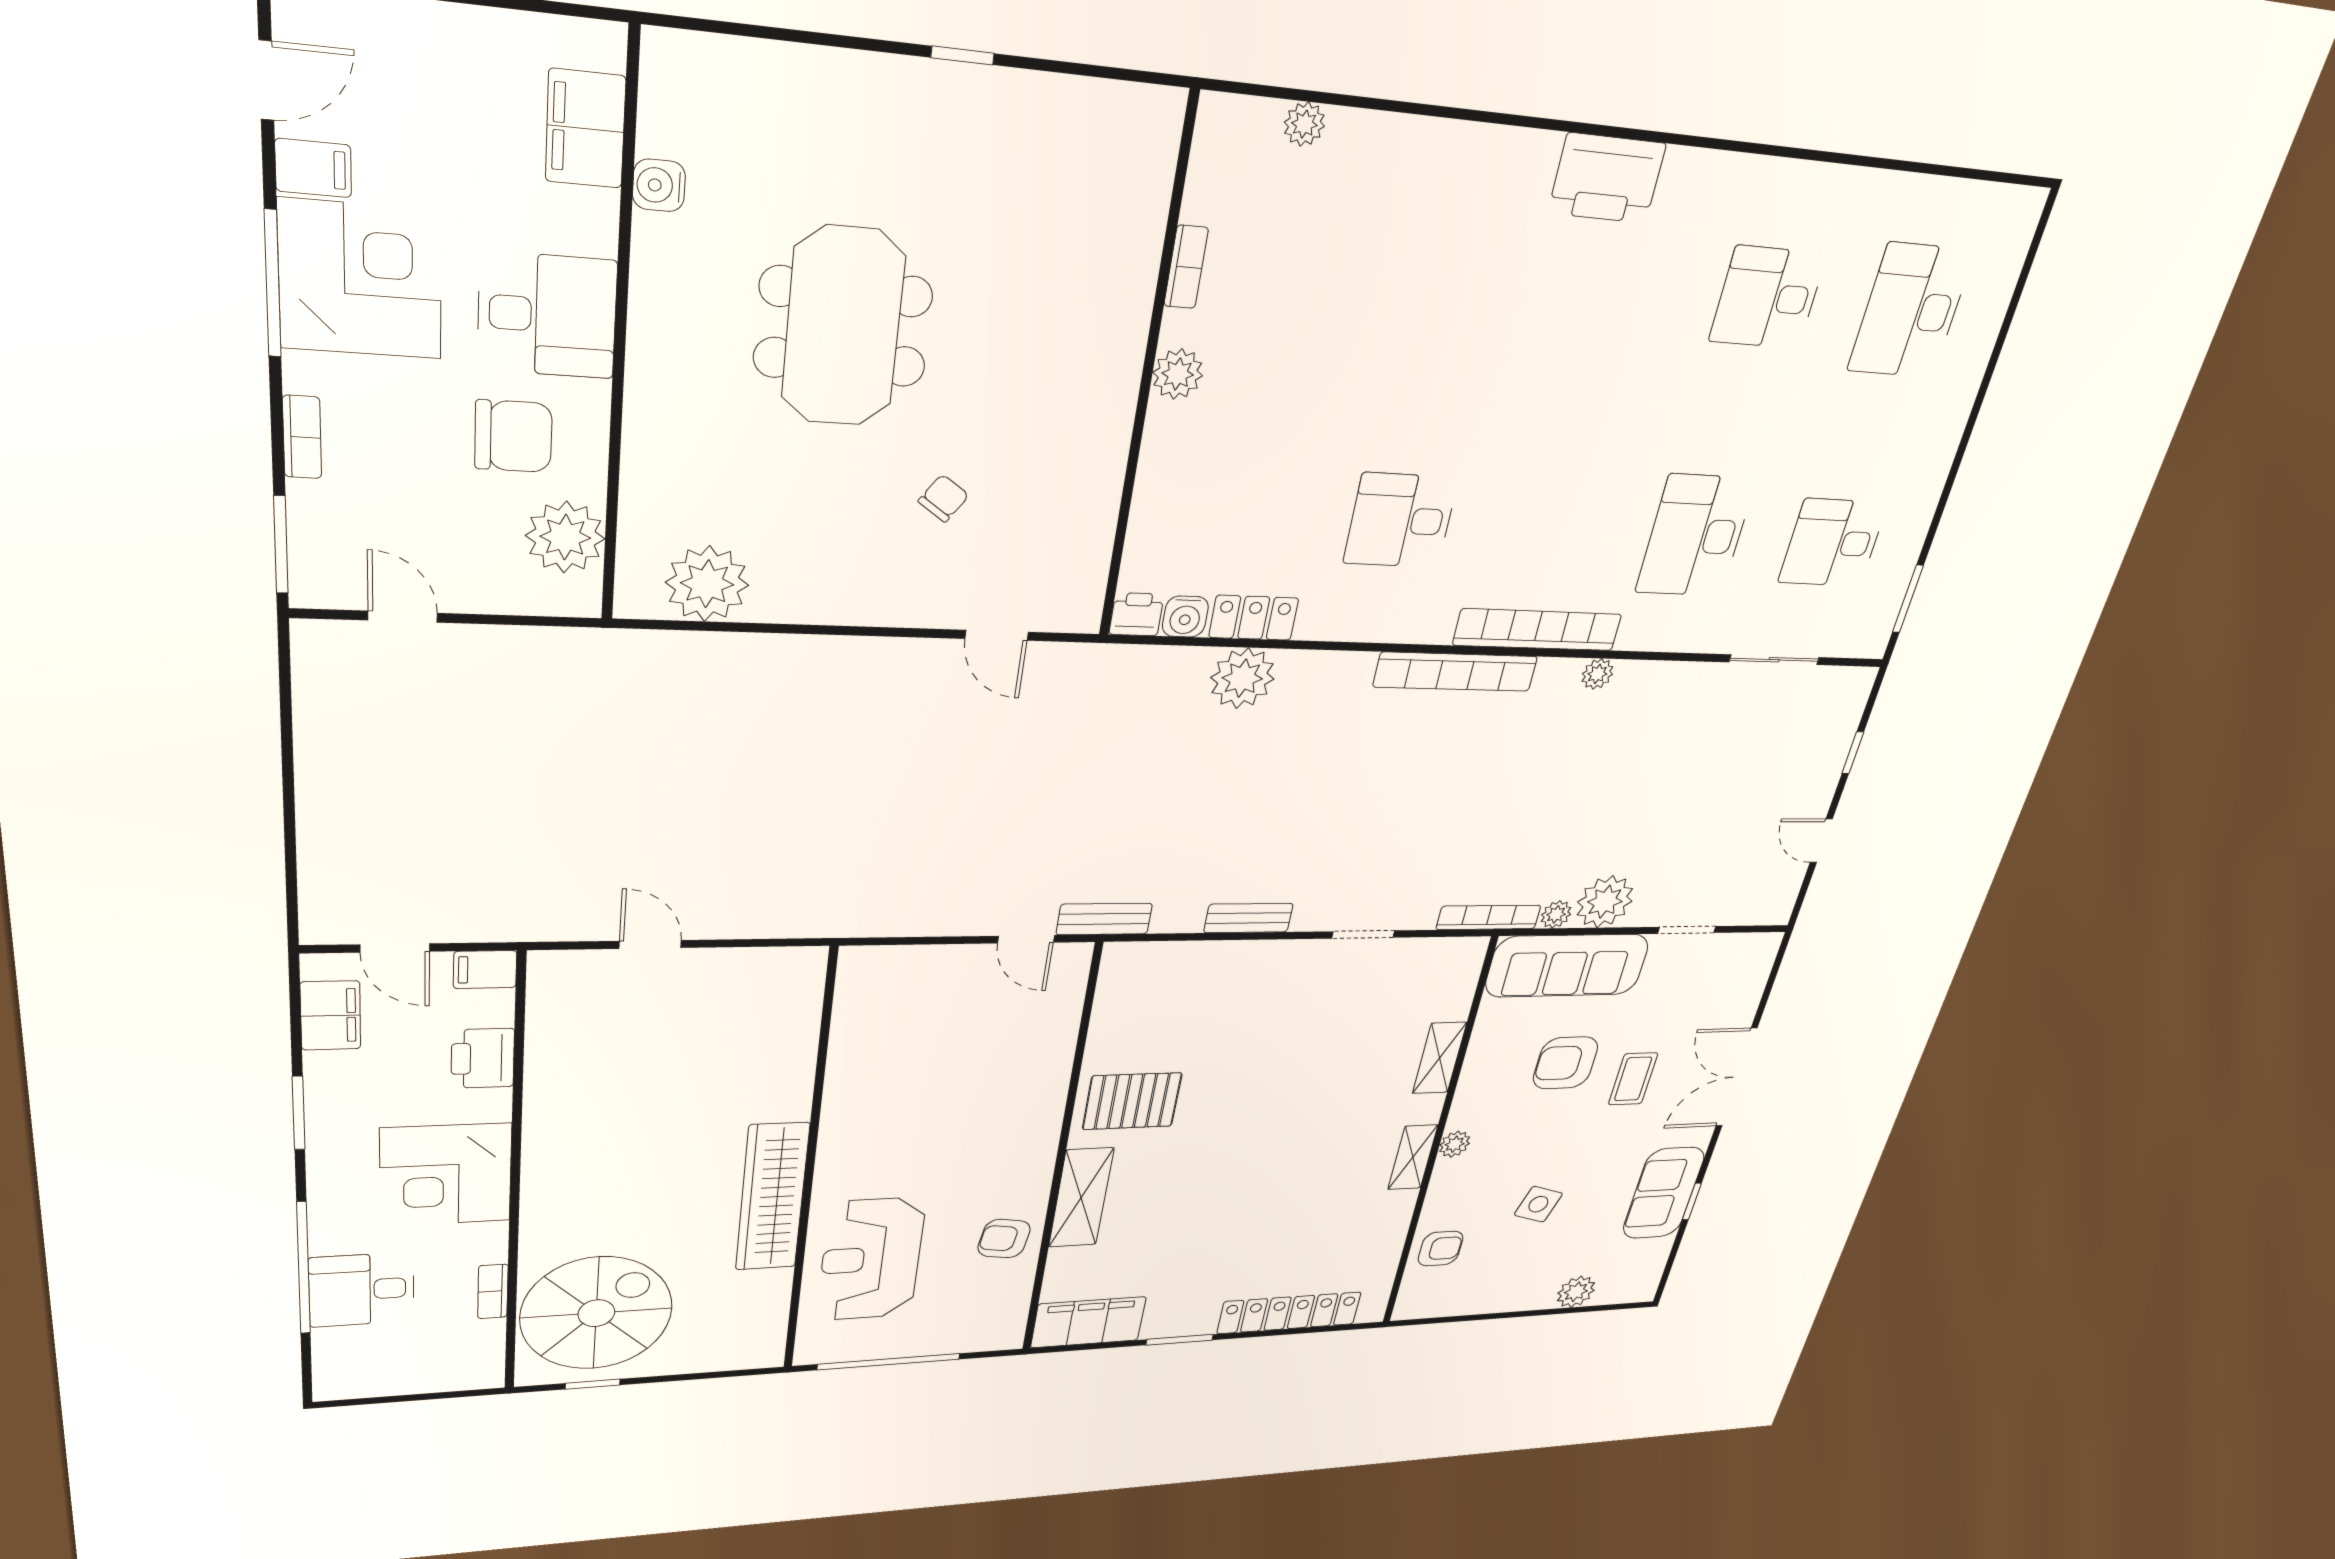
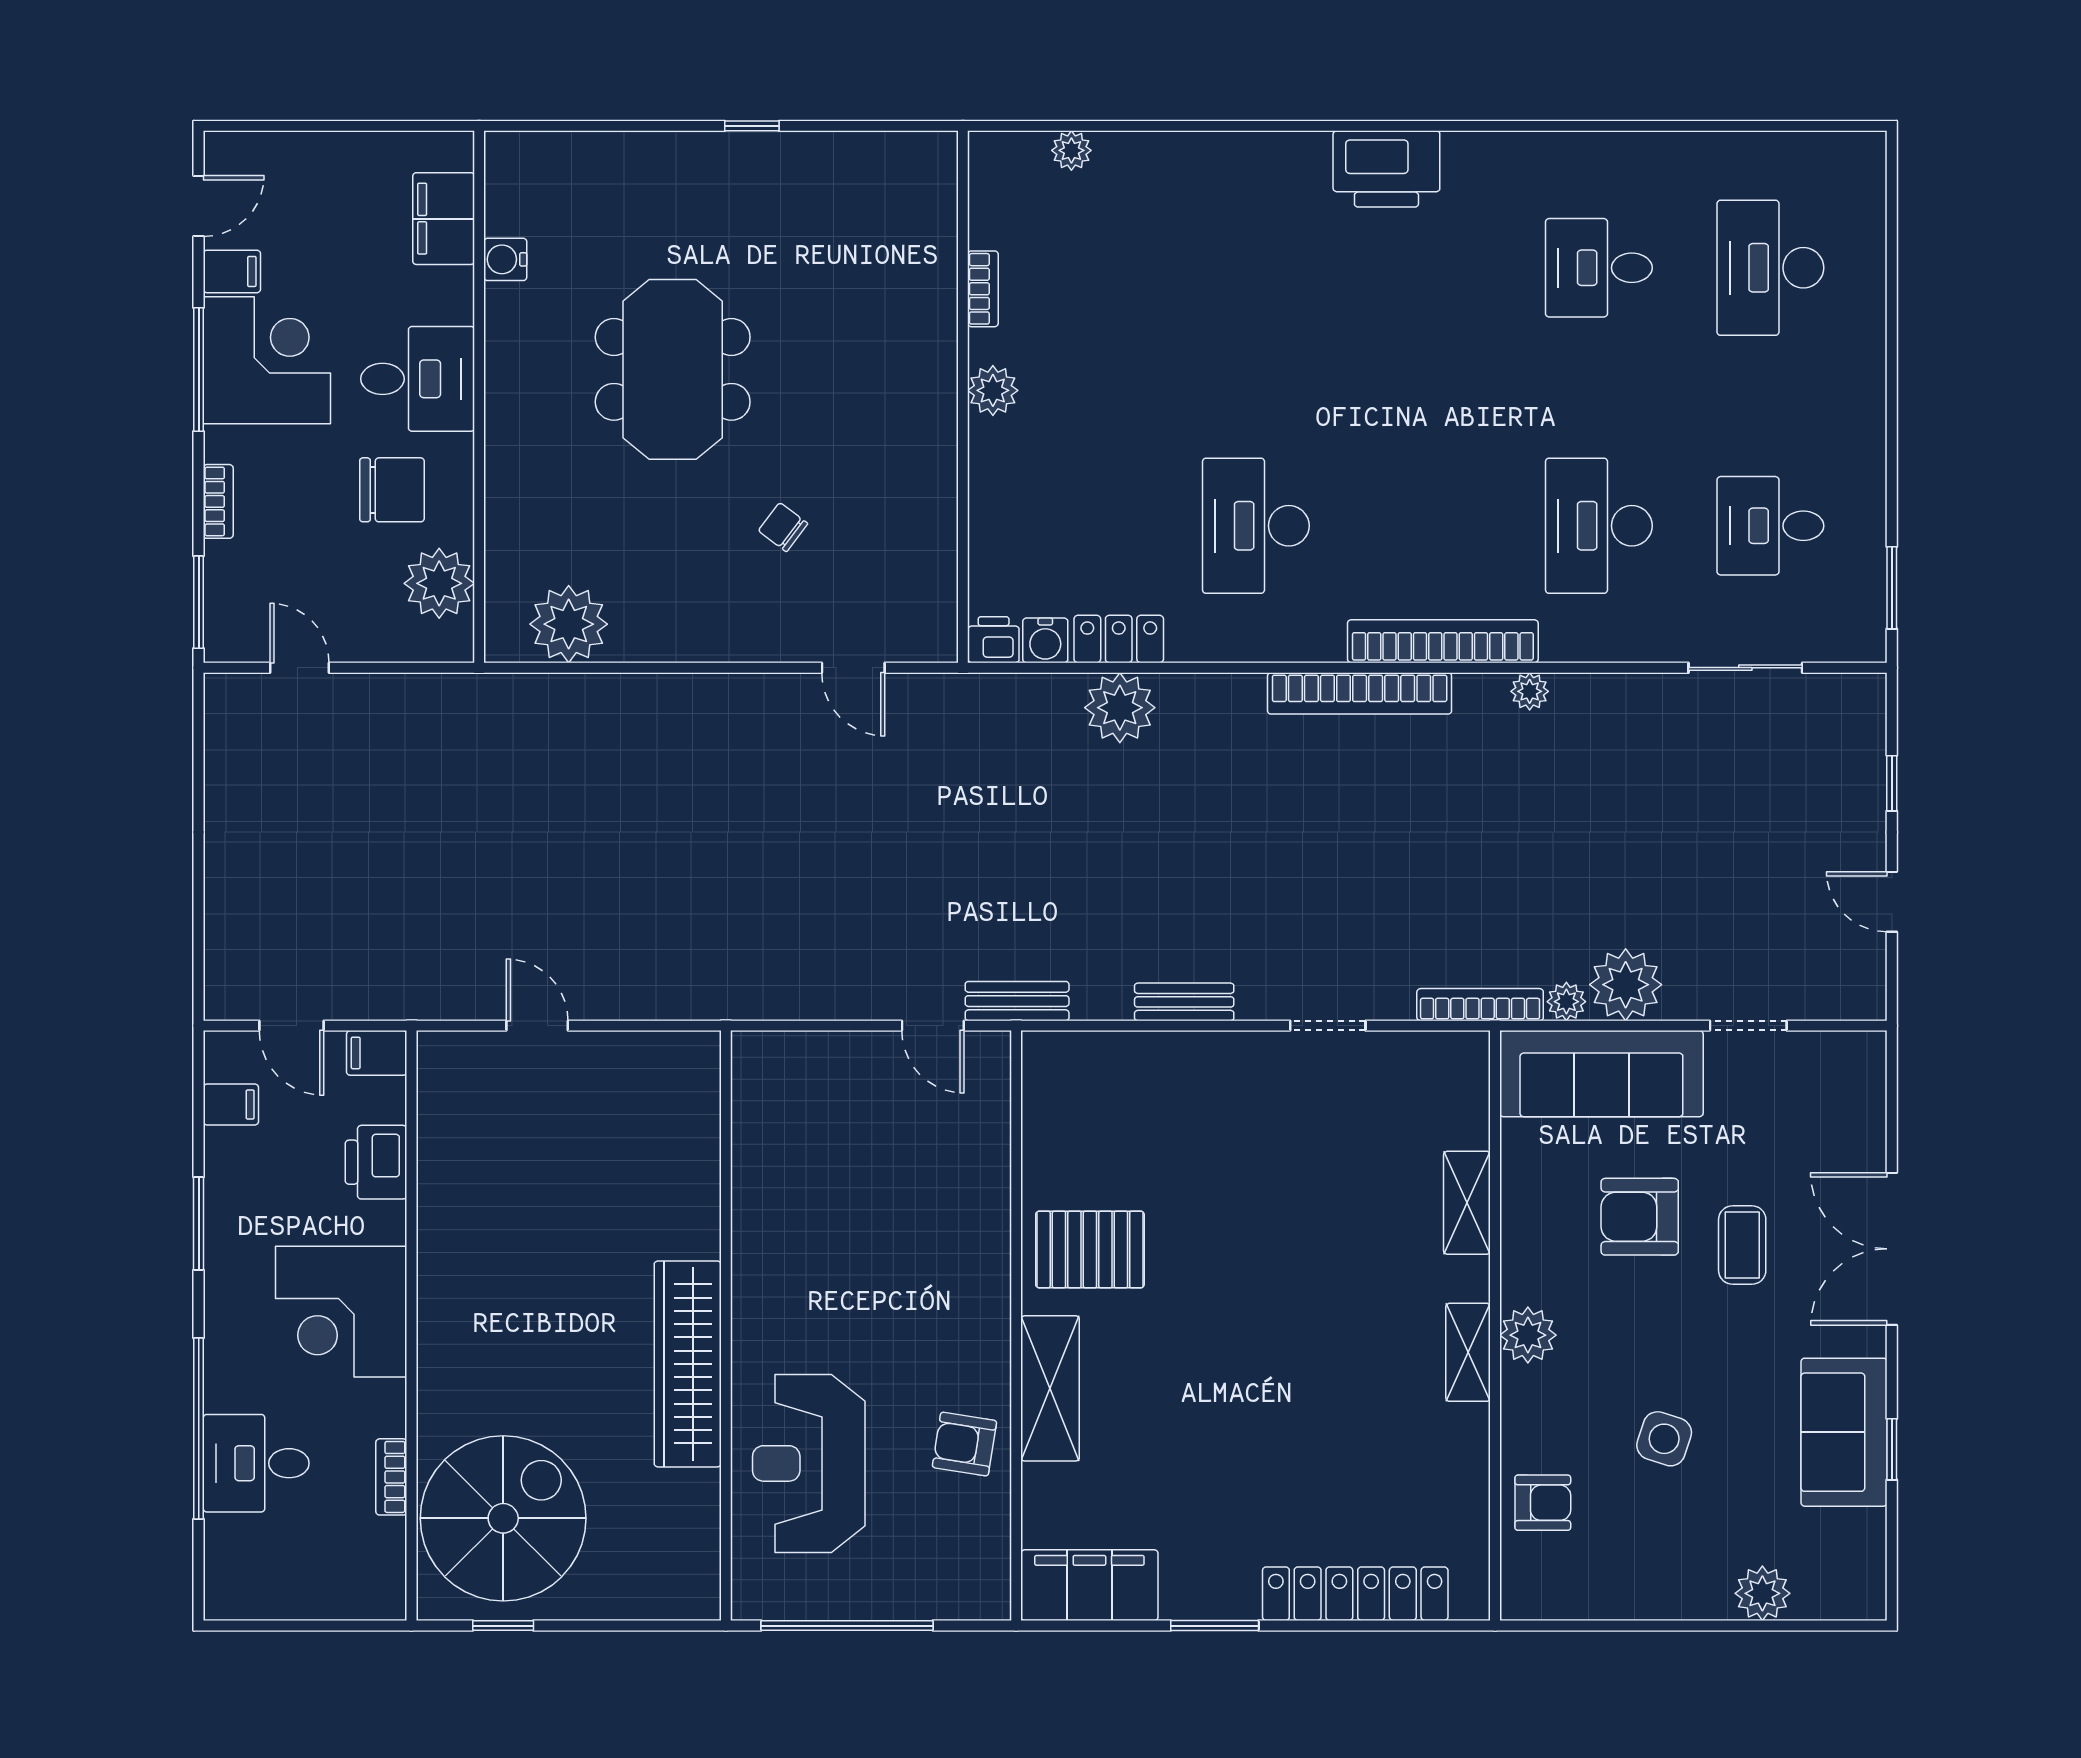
chair: (944, 498) -> (783, 527), turned -88
desk: (1401, 520) -> (1256, 526), width x1.37
filing cabinet: (331, 1015) -> (231, 1105), width x0.50
plant: (1455, 1144) -> (1528, 1335), width x1.38, depth x1.38

